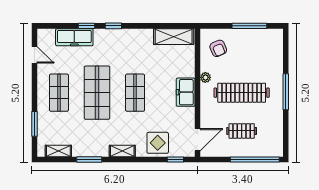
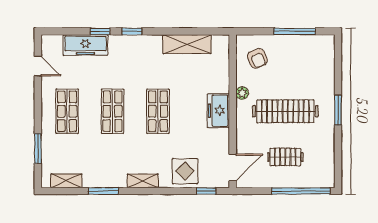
shelving: (174, 37) -> (187, 44), moved
window: (286, 92) -> (338, 110), width x0.69
shop shelf: (97, 93) -> (113, 111), width x0.70, depth x0.74

